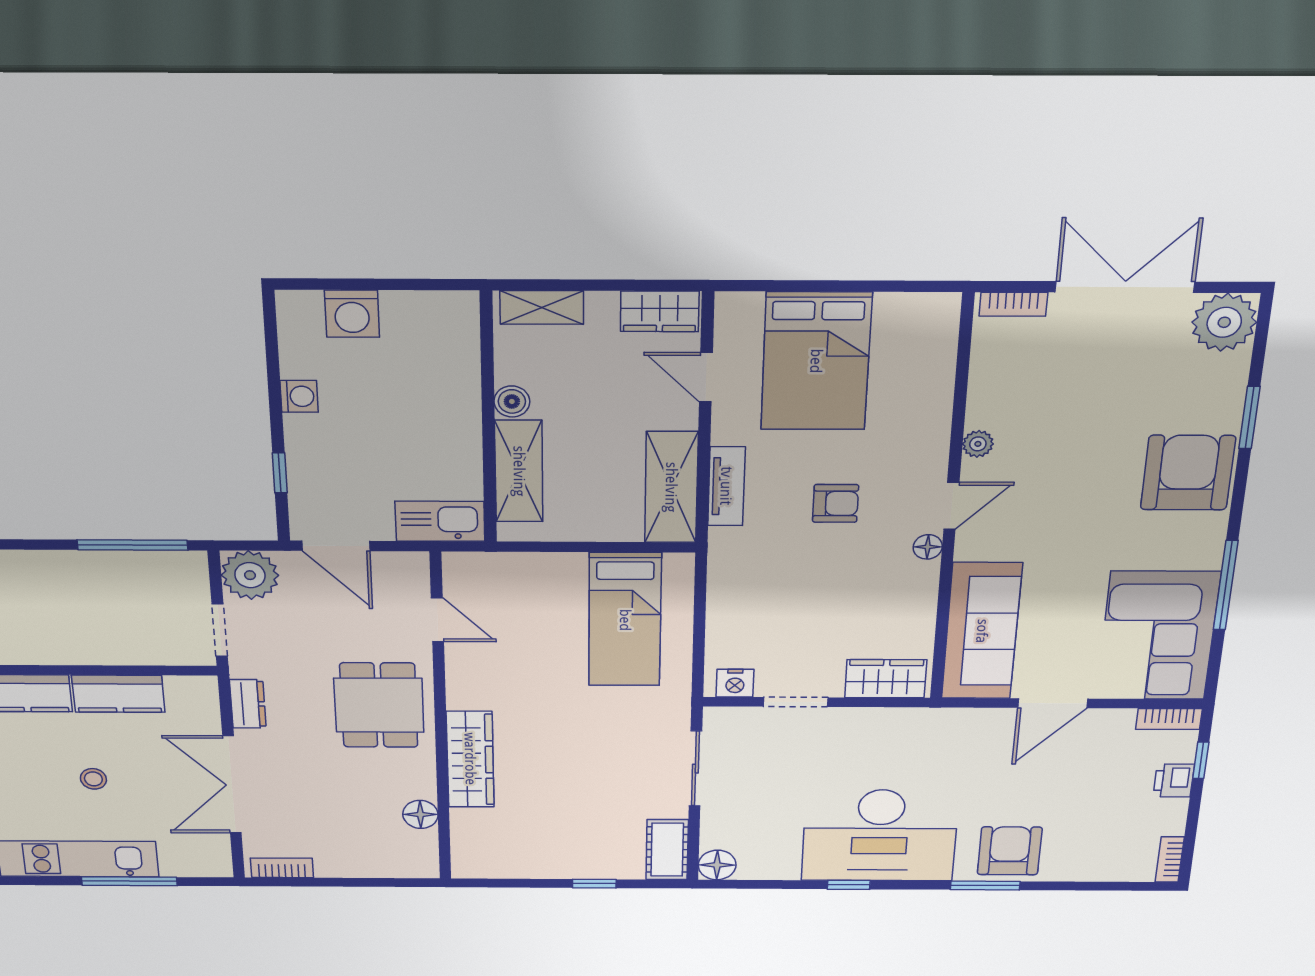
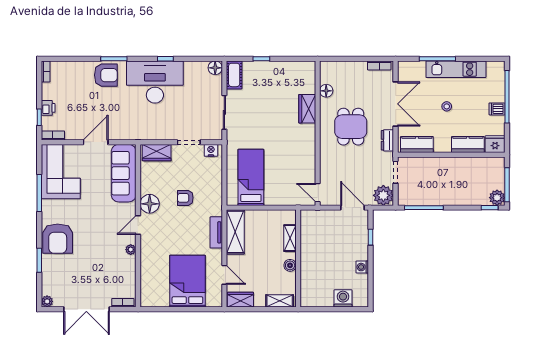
plant: (1224, 322) -> (47, 301), width x0.53, depth x0.53
shelving: (519, 471) -> (290, 238), width x0.67, depth x0.75
armchair: (836, 503) -> (185, 198), moved
kitchen sink: (440, 521) -> (316, 218), removed
floor lamp: (928, 547) -> (150, 204), width x1.89, depth x1.89
door: (437, 620) -> (318, 193), moved
kitchen counter: (118, 694) -> (417, 144), moved
dining table: (379, 705) -> (351, 127), moved
wardrobe: (470, 759) -> (307, 109), width x0.67
armchair: (1010, 851) -> (106, 75), turned -90

